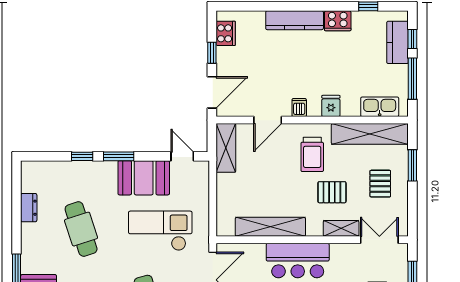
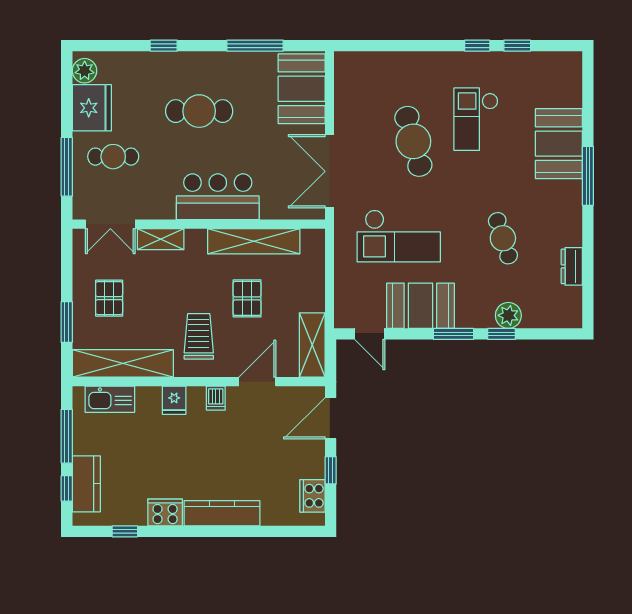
plant: (77, 170) -> (508, 315), added
pallet: (332, 192) -> (247, 298), moved, turned 90
cafe table: (81, 229) -> (503, 238), width x0.73, depth x0.74

